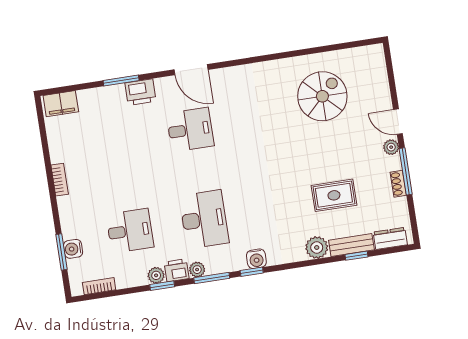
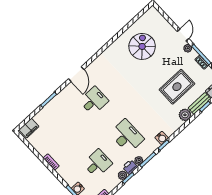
door: (191, 70) -> (76, 74), hinge flipped
printer: (140, 92) -> (61, 99), removed
door: (398, 122) -> (183, 35), swing flipped
rug: (334, 195) -> (177, 87), width x1.36, depth x1.43

